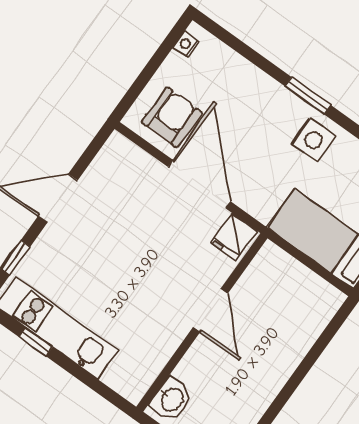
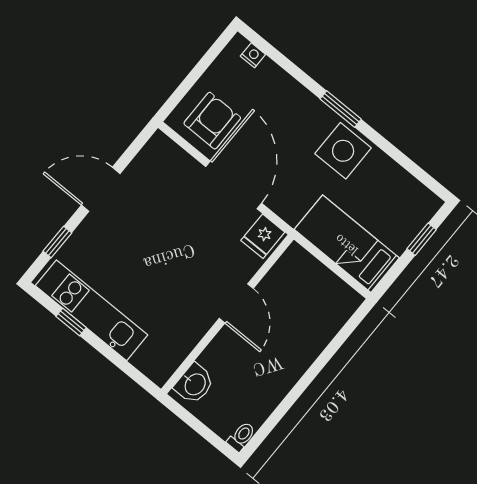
nightstand: (186, 45) -> (253, 55), moved, turned 90
side table: (314, 140) -> (343, 151), width x1.37, depth x1.37

